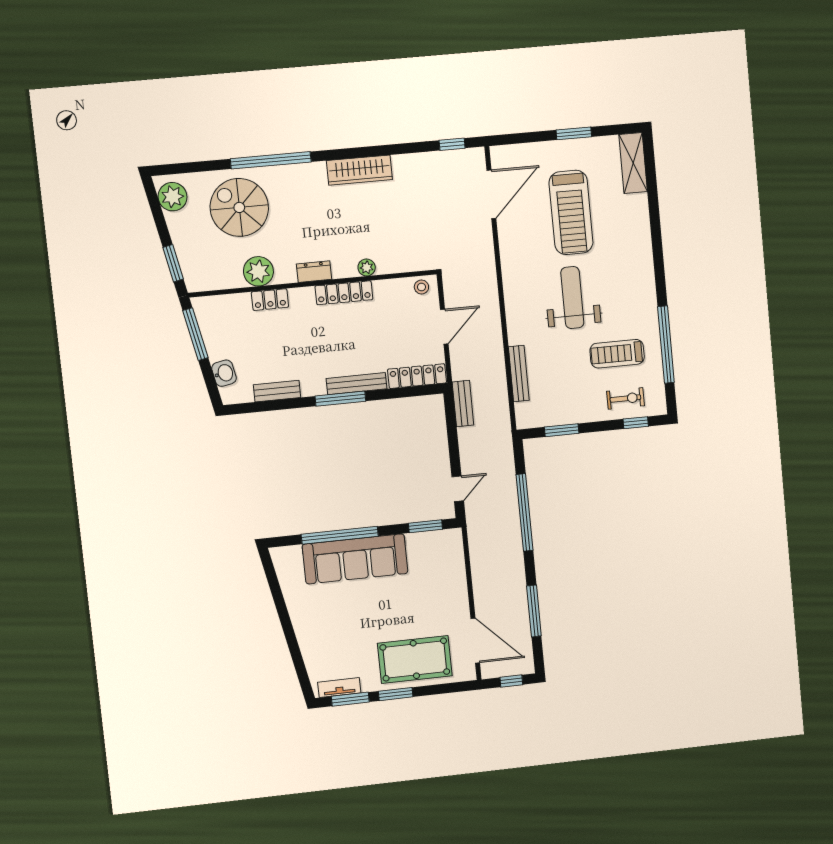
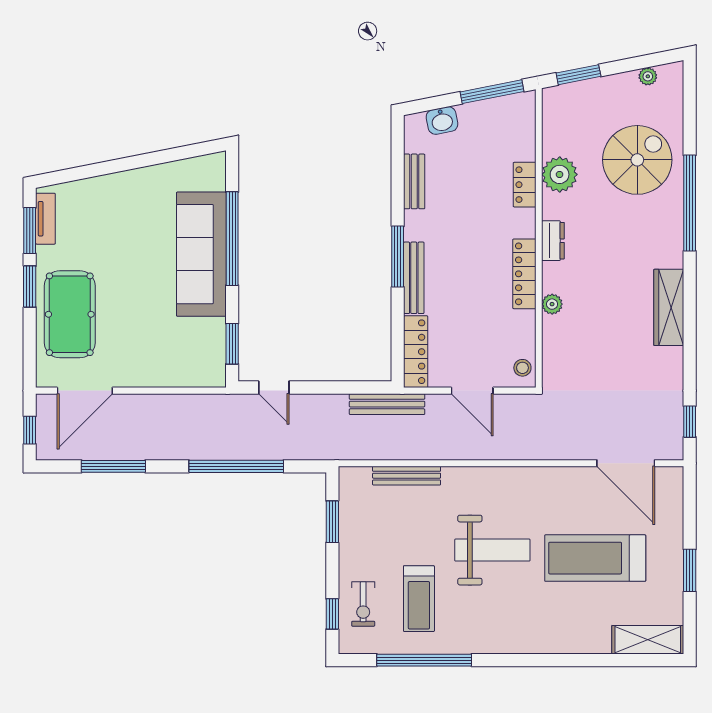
plant: (173, 197) -> (648, 76), width x0.53, depth x0.53
treadmill: (617, 354) -> (419, 599), turned 180
bench: (463, 403) -> (387, 404), width x1.36

